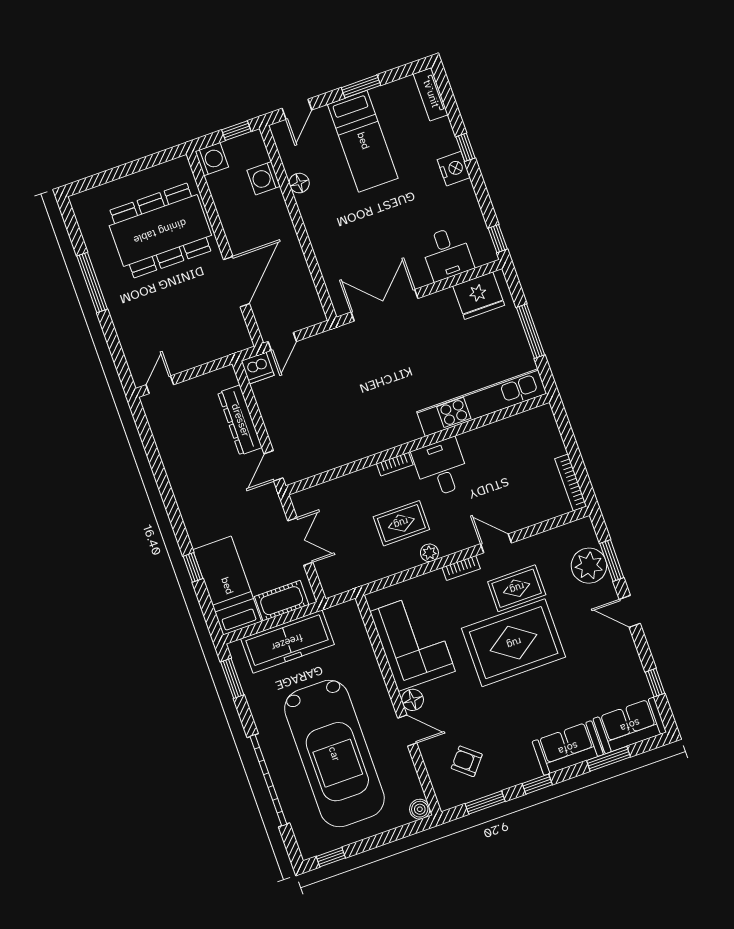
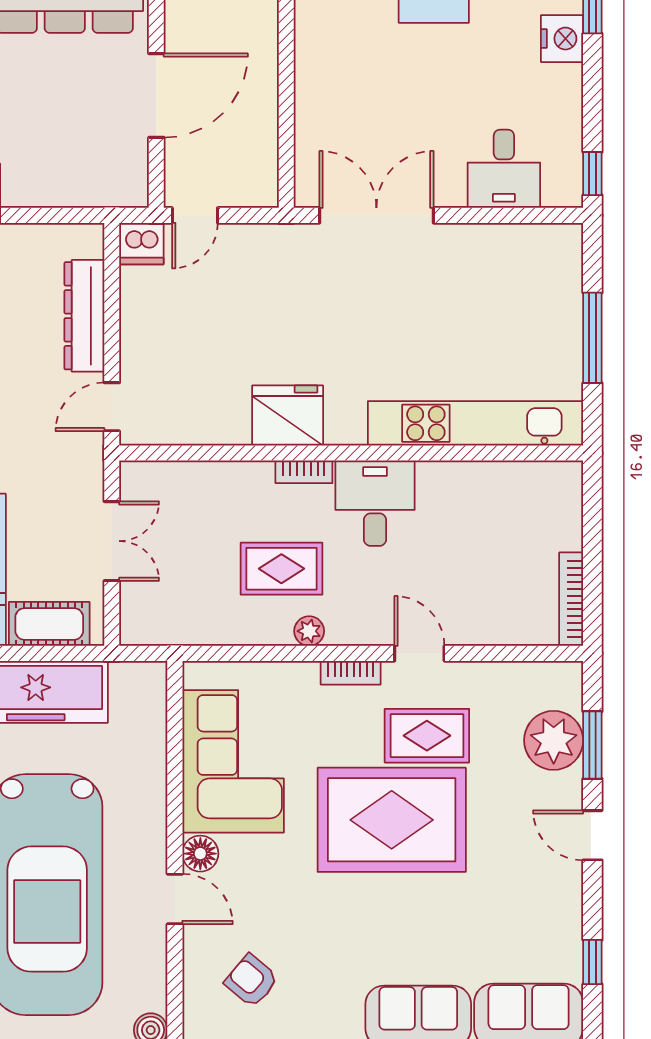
fridge: (479, 296) -> (288, 415), moved, turned 180

